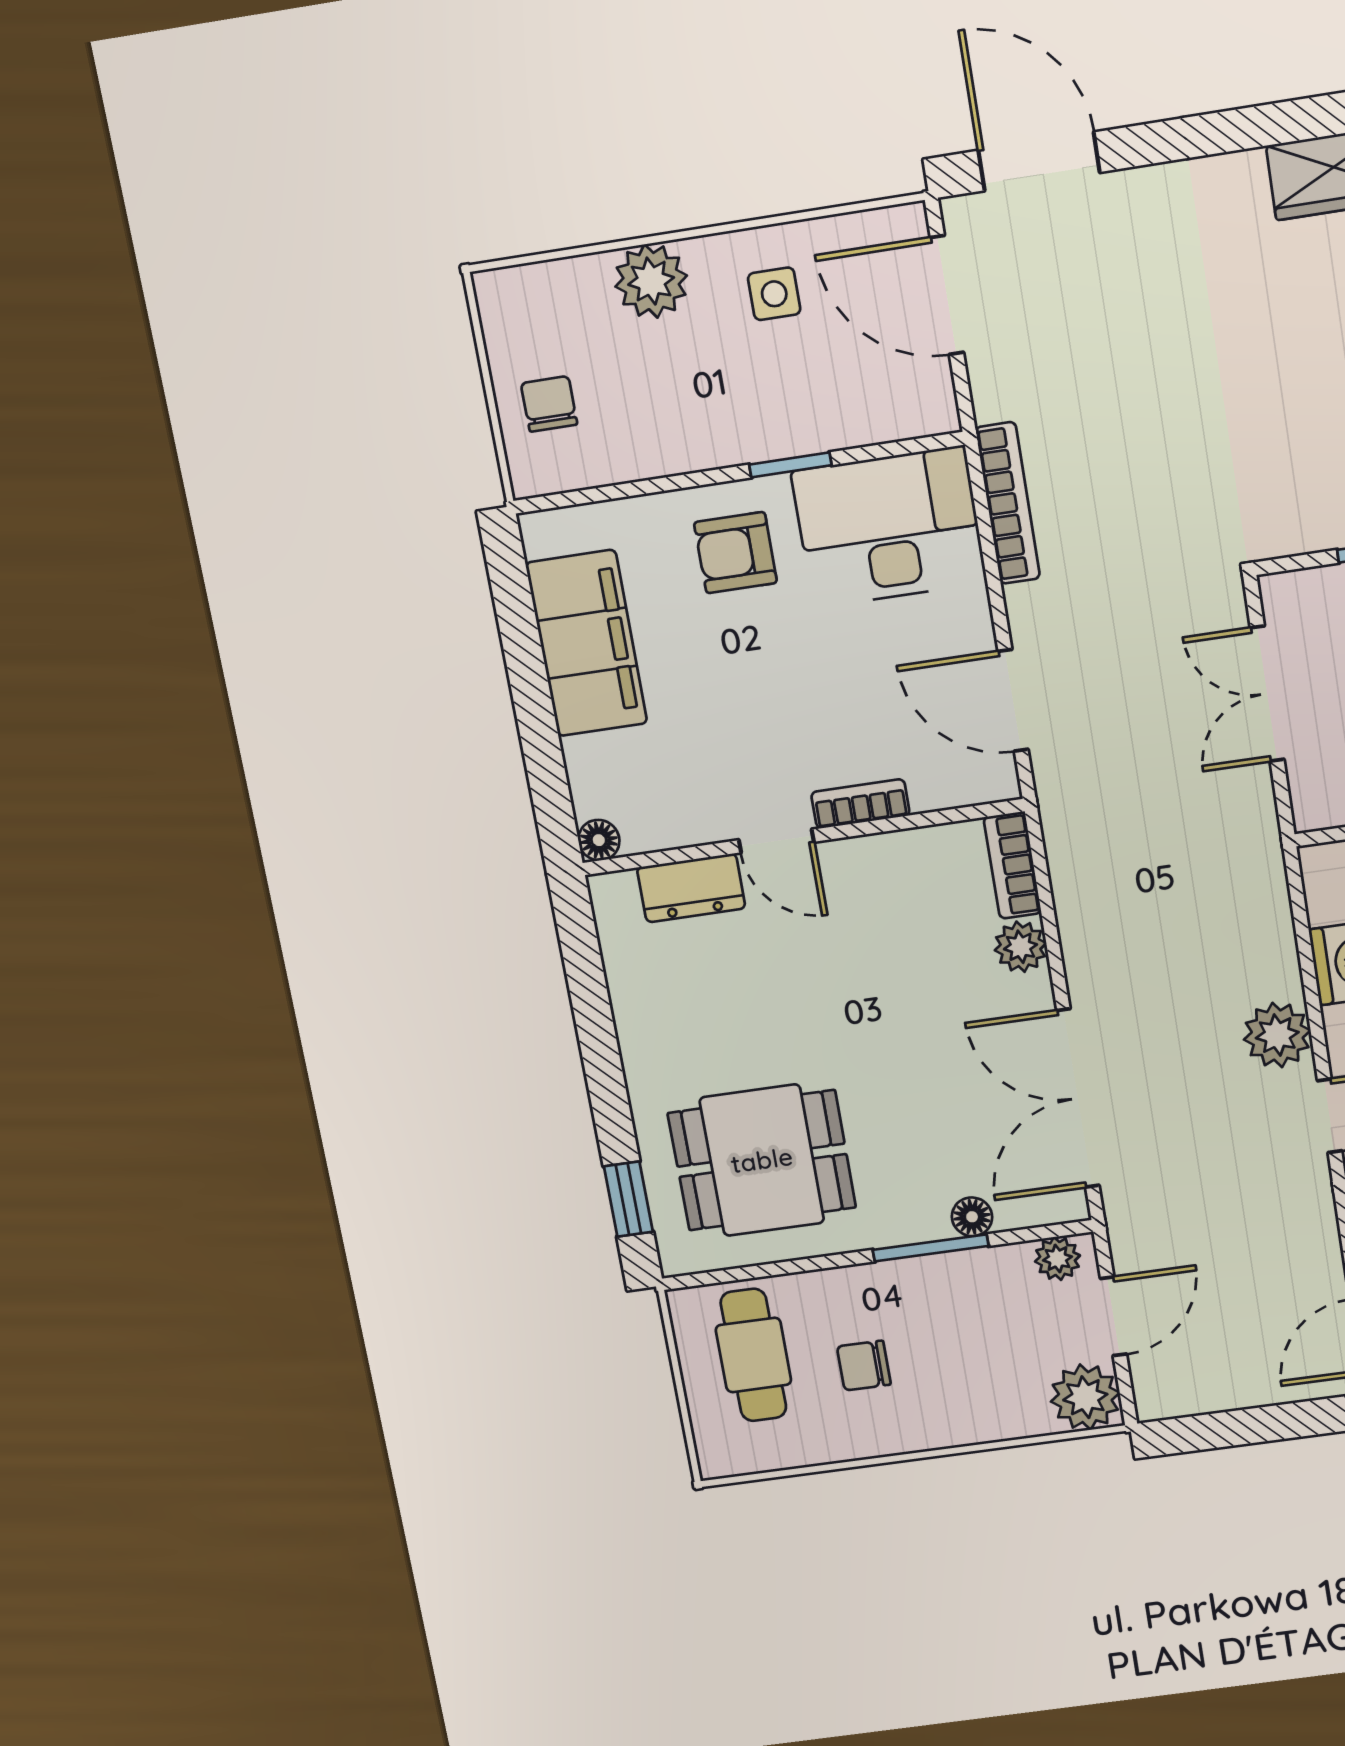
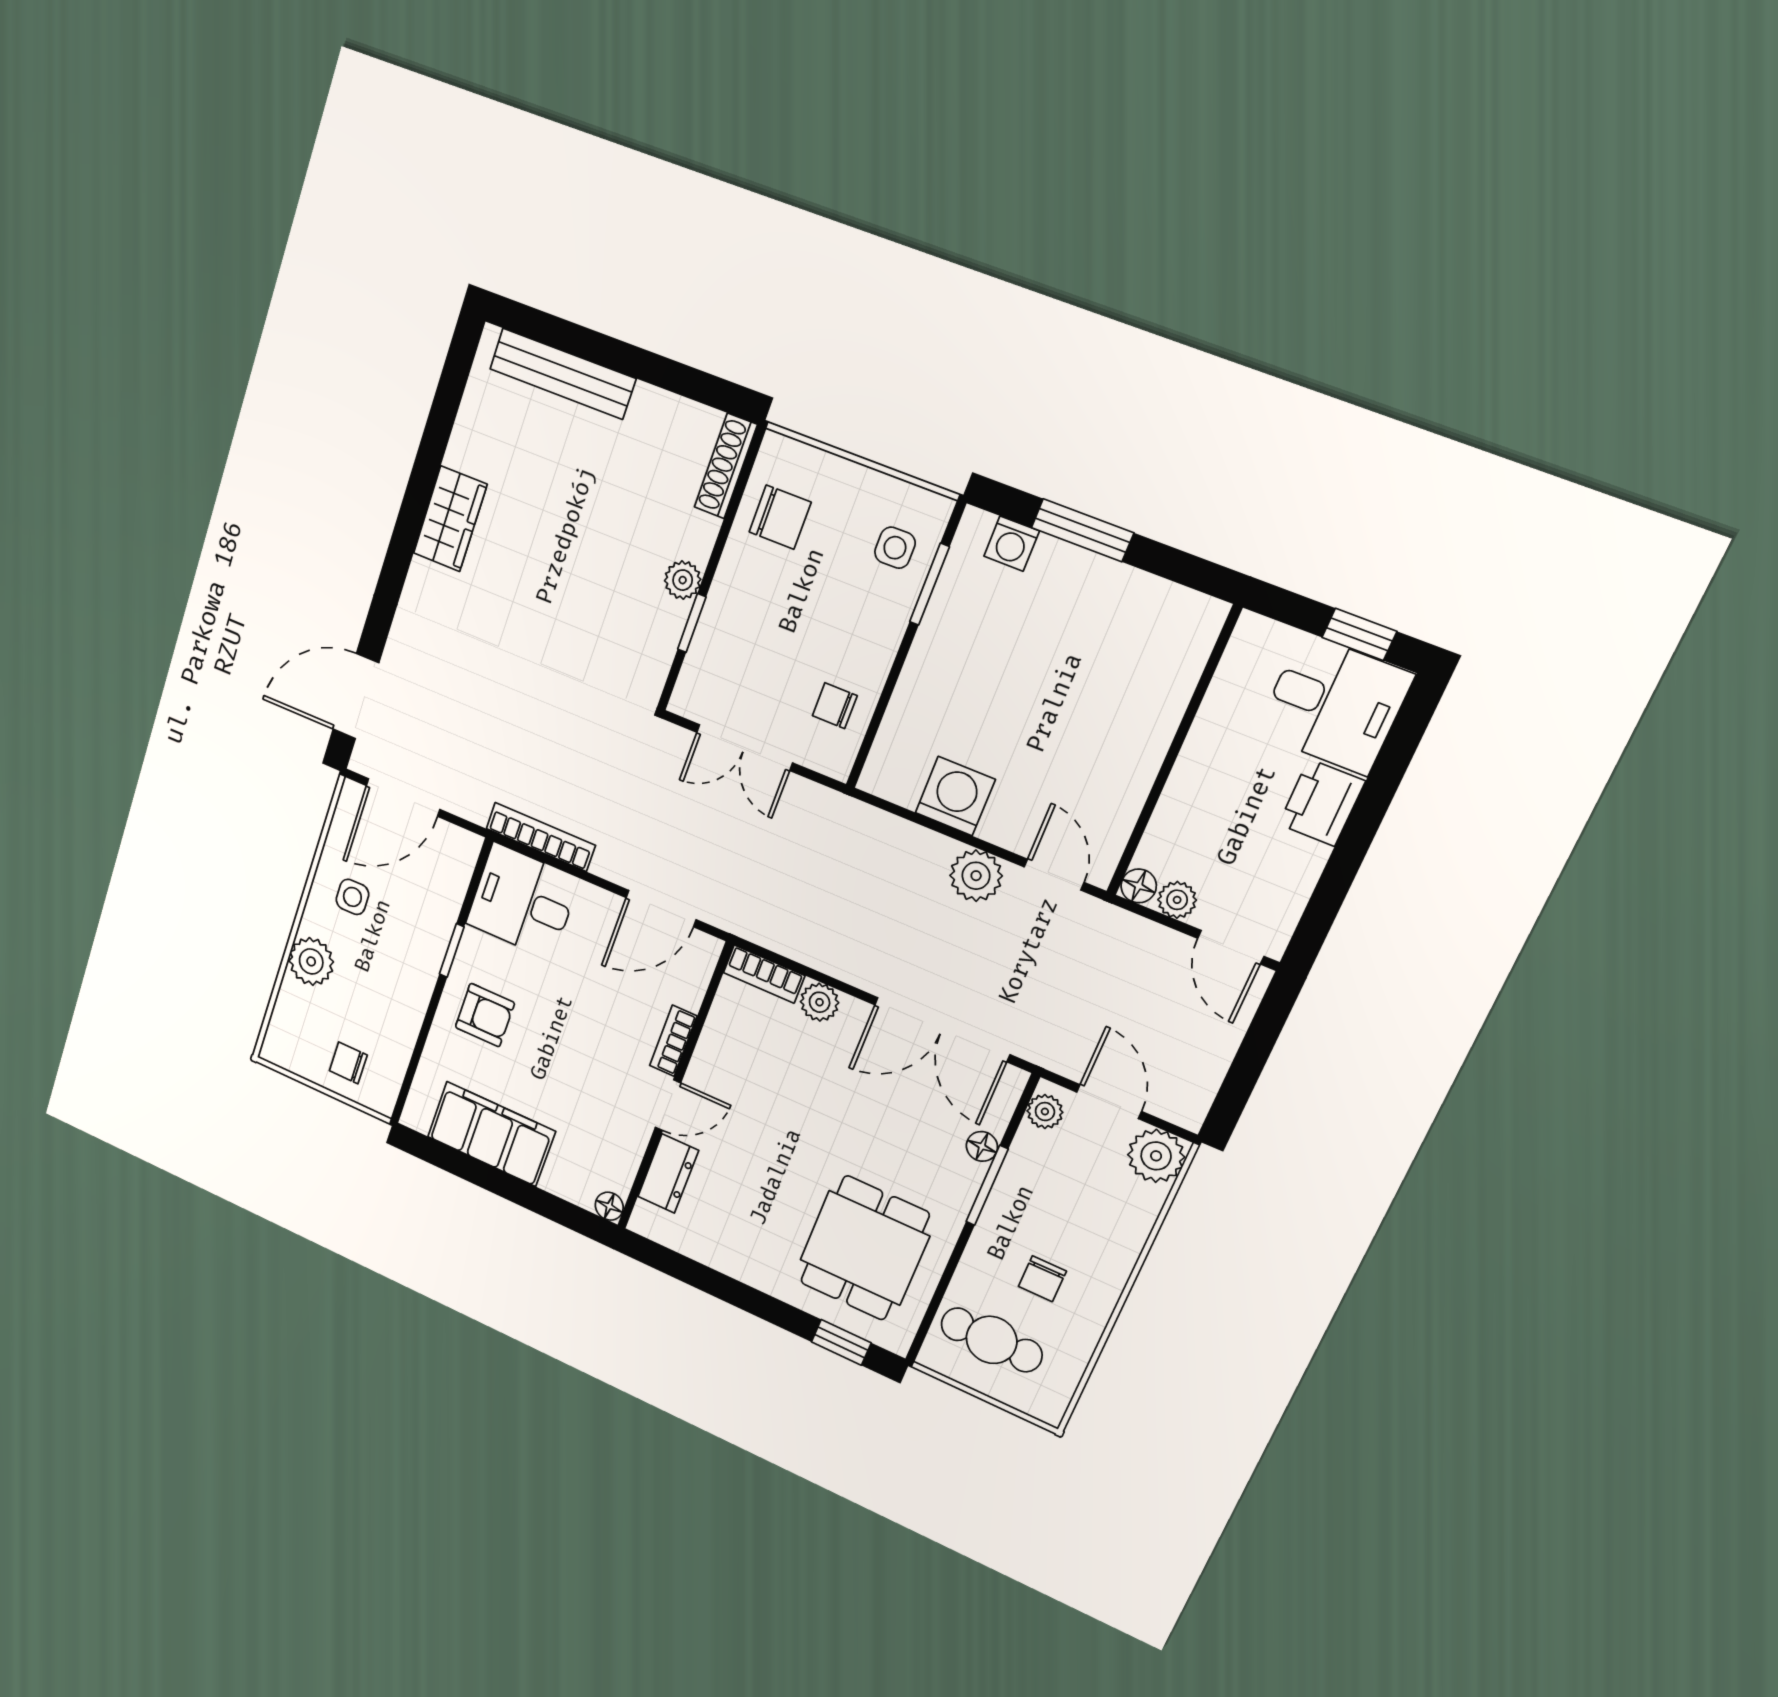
desk: (889, 527) -> (523, 901), width x0.73
armchair: (735, 553) -> (485, 1015), turned -90

